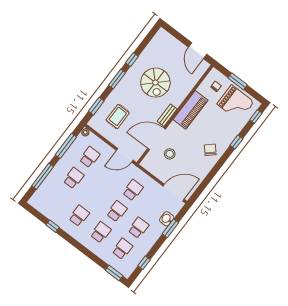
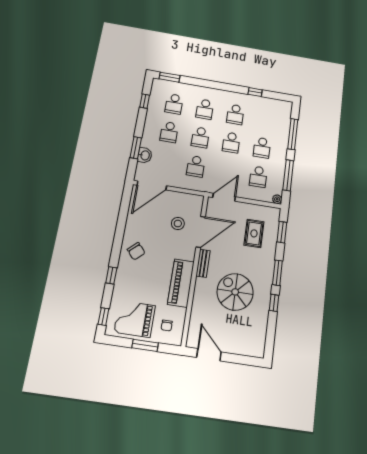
school desk: (95, 195) -> (231, 143), added

